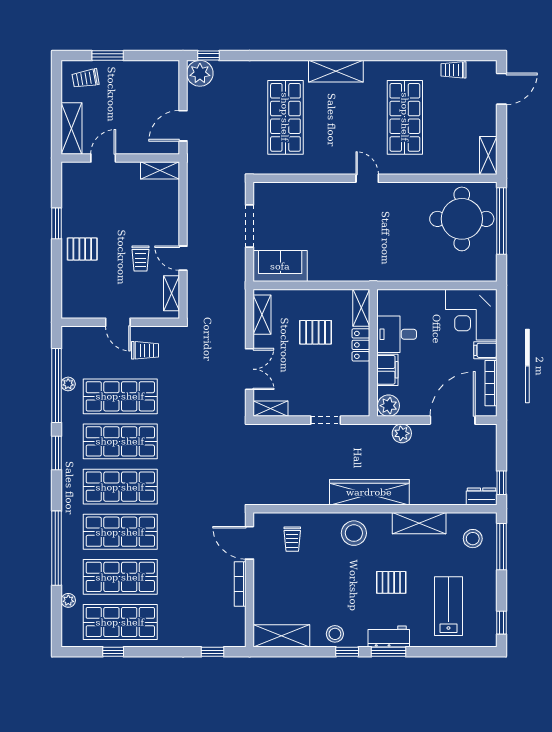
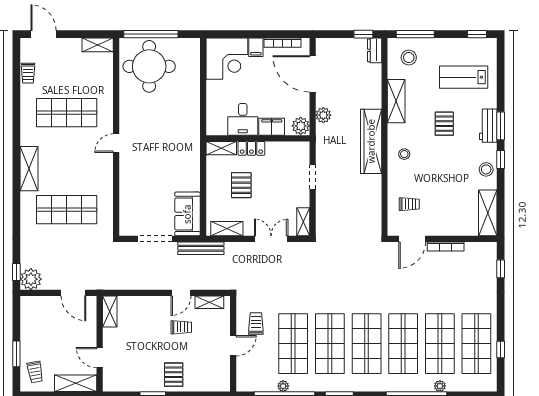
bench: (238, 283) -> (201, 248), added
stool: (354, 533) -> (404, 154), width x0.53, depth x0.53
plant: (68, 600) -> (440, 386), moved

